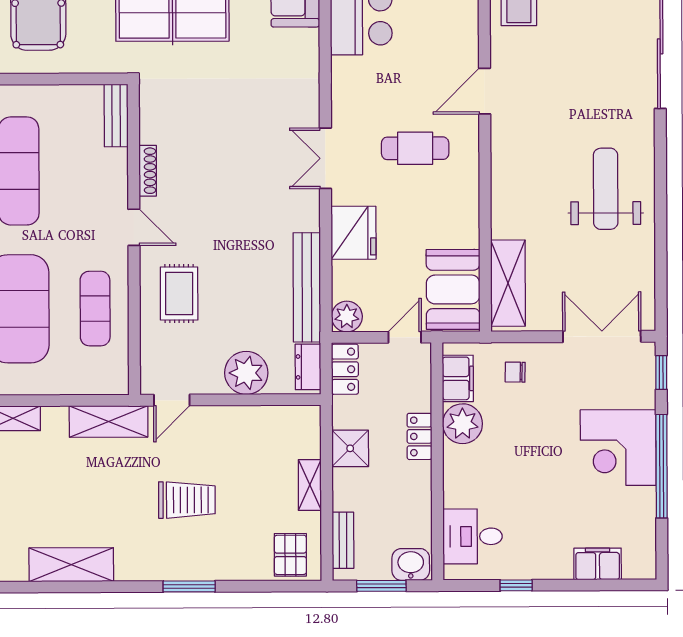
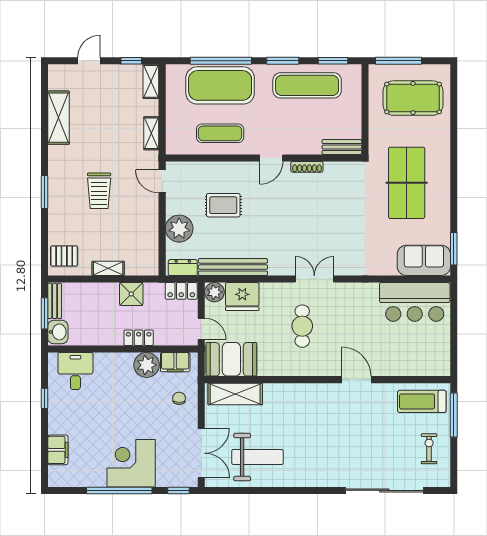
cafe table: (415, 148) -> (302, 326), moved
weight bench: (606, 189) -> (257, 457), moved
fridge: (354, 233) -> (242, 297), moved
rug: (179, 294) -> (223, 205), moved
shelving: (109, 421) -> (151, 133), width x0.67, depth x0.75
bench: (343, 540) -> (55, 301), moved, turned 90

